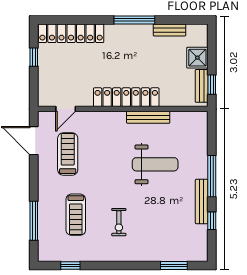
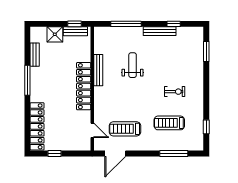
weight bench: (155, 164) -> (133, 65), width x0.73, depth x0.75
window: (212, 176) -> (126, 24), moved
treadmill: (76, 215) -> (169, 123), turned 180

